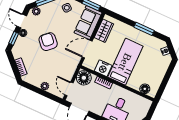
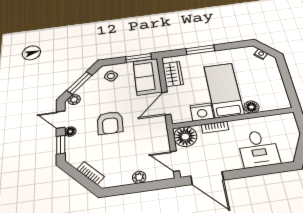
window: (144, 29) -> (200, 50), moved
armchair: (48, 42) -> (110, 123), turned -137
floor lamp: (145, 89) -> (251, 107), moved

